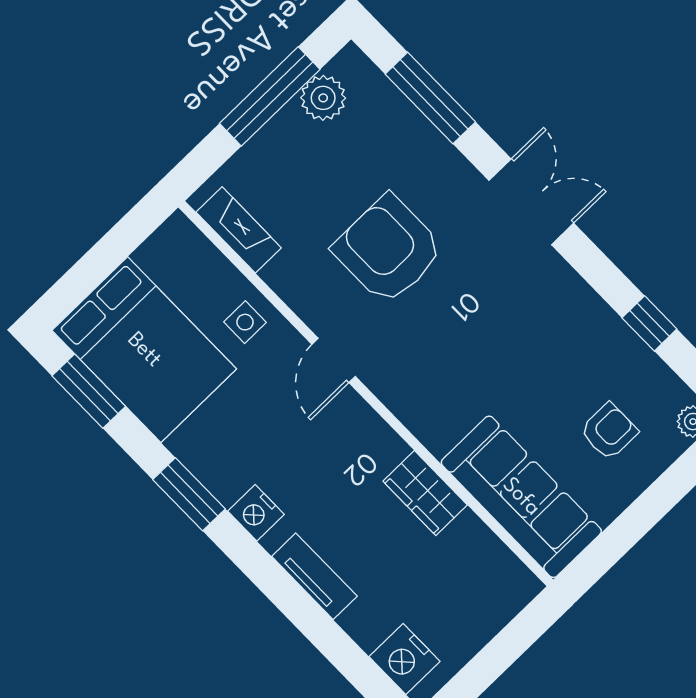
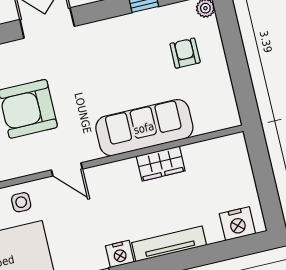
sofa: (521, 497) -> (144, 128), moved
tv unit: (314, 576) -> (169, 244), width x1.41

